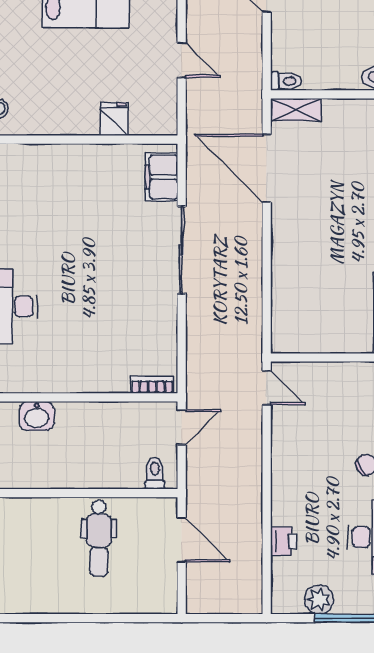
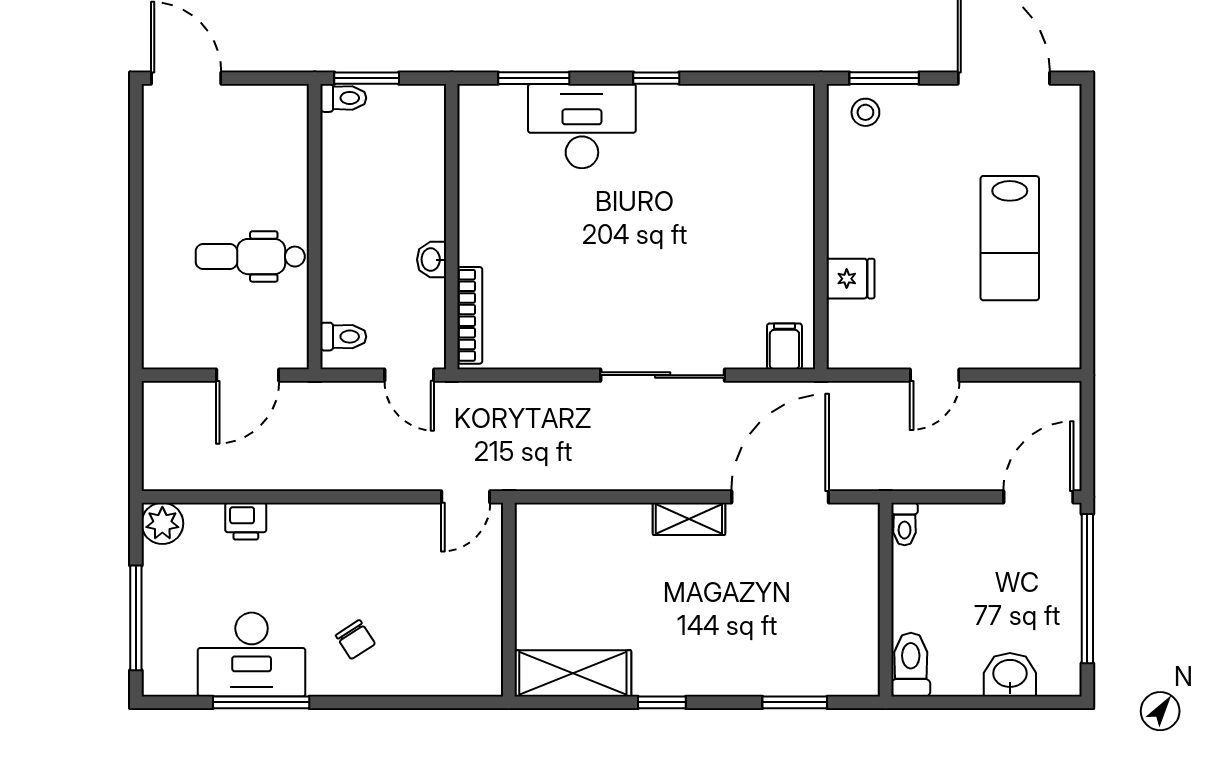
shelving: (296, 110) -> (689, 519), moved, turned 90
filing cabinet: (162, 177) -> (784, 346), width x0.50
bookcase: (152, 385) -> (470, 315), width x1.56
washbasin: (37, 416) -> (432, 260), moved, width x0.72, depth x0.69
plant: (319, 599) -> (162, 523), moved

